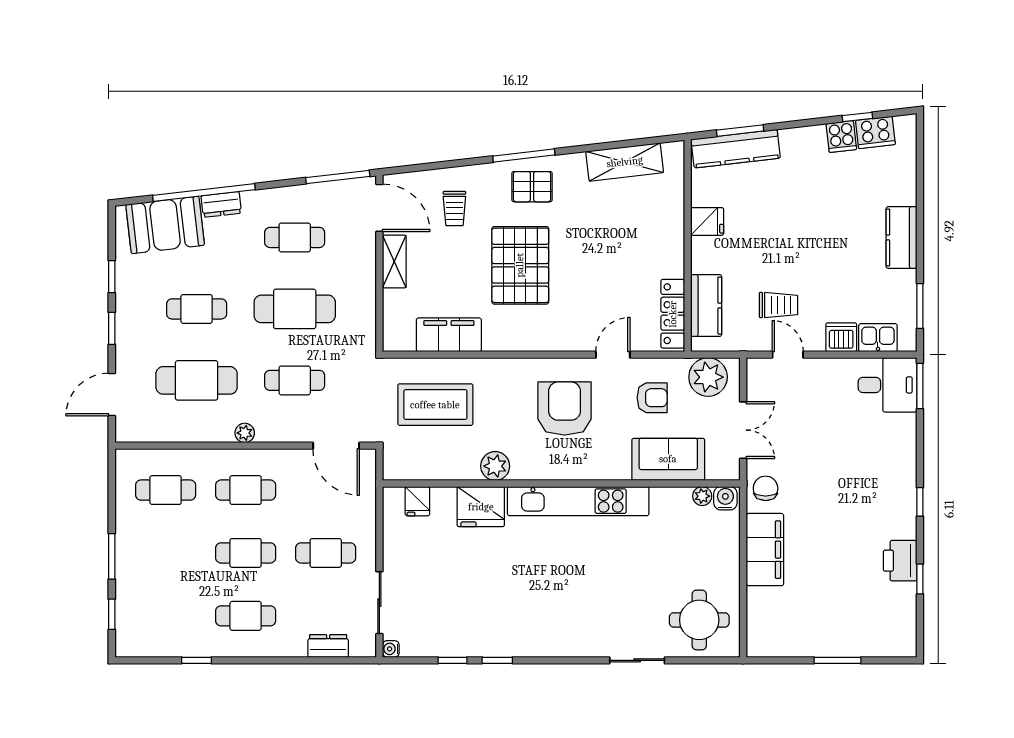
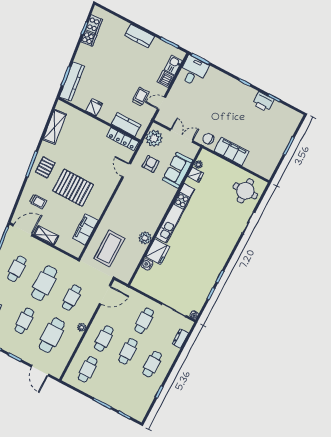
armchair: (565, 409) -> (137, 200), removed
water cooler: (725, 498) -> (147, 264), moved
fridge: (417, 501) -> (196, 175), moved

